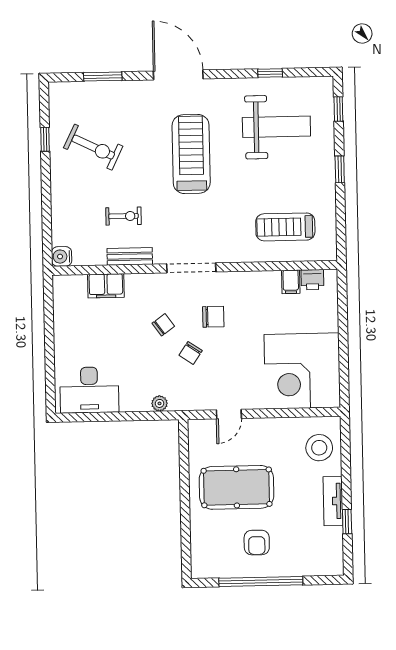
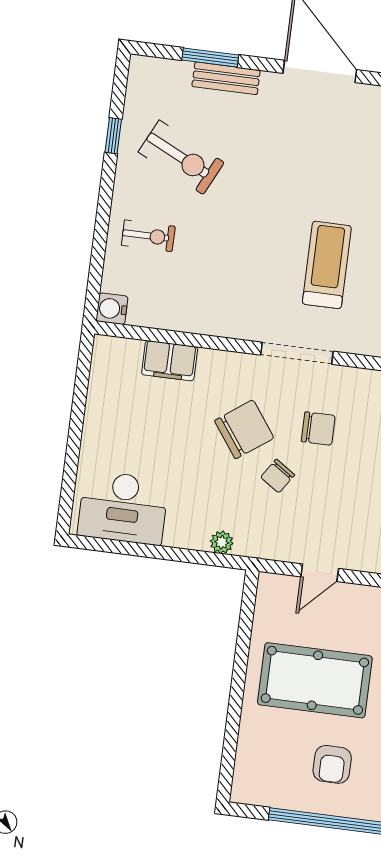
treadmill: (191, 154) -> (327, 265), moved, width x0.73, depth x0.73
exercise bike: (124, 216) -> (148, 236), moved
bench: (130, 256) -> (226, 78), moved
chair: (163, 325) -> (244, 429), width x1.87, depth x1.87

